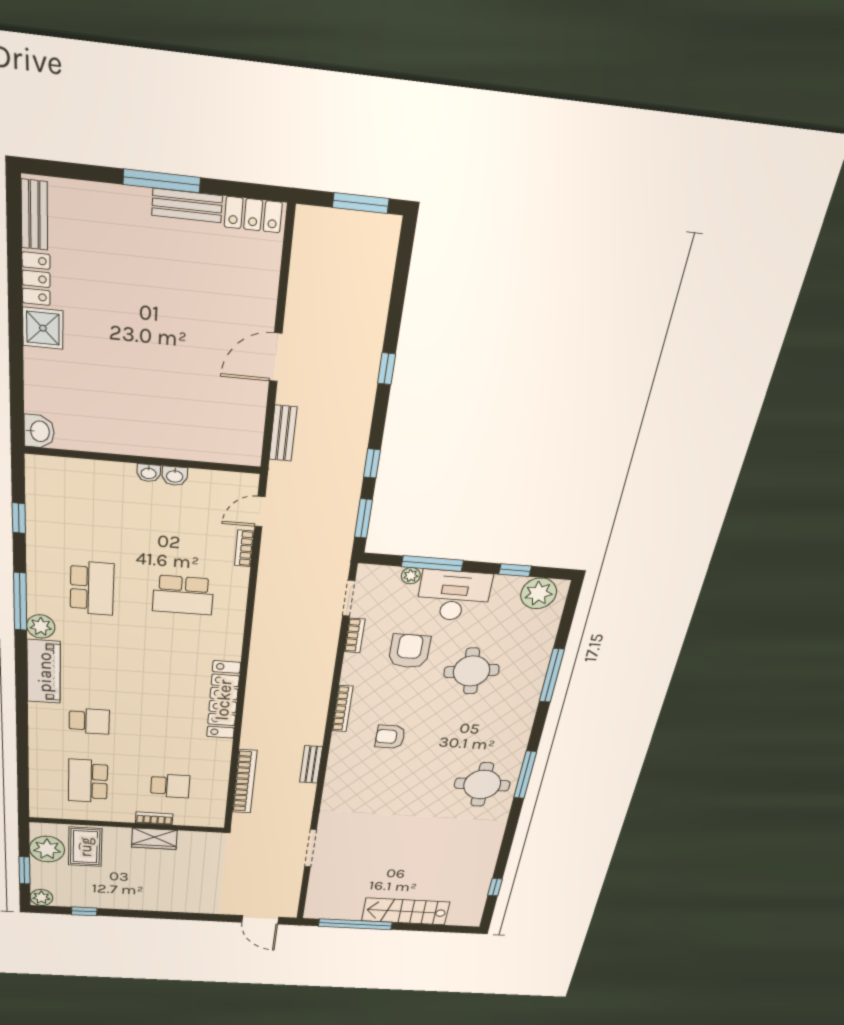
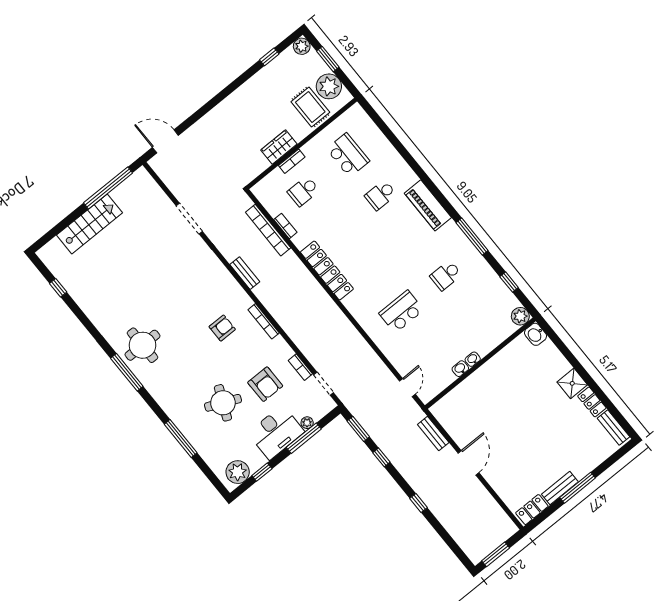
bookcase: (244, 548) -> (285, 226), moved
school desk: (92, 588) -> (446, 275), width x0.54
plant: (41, 626) -> (520, 316), moved
round table: (472, 671) -> (223, 403), turned 32

